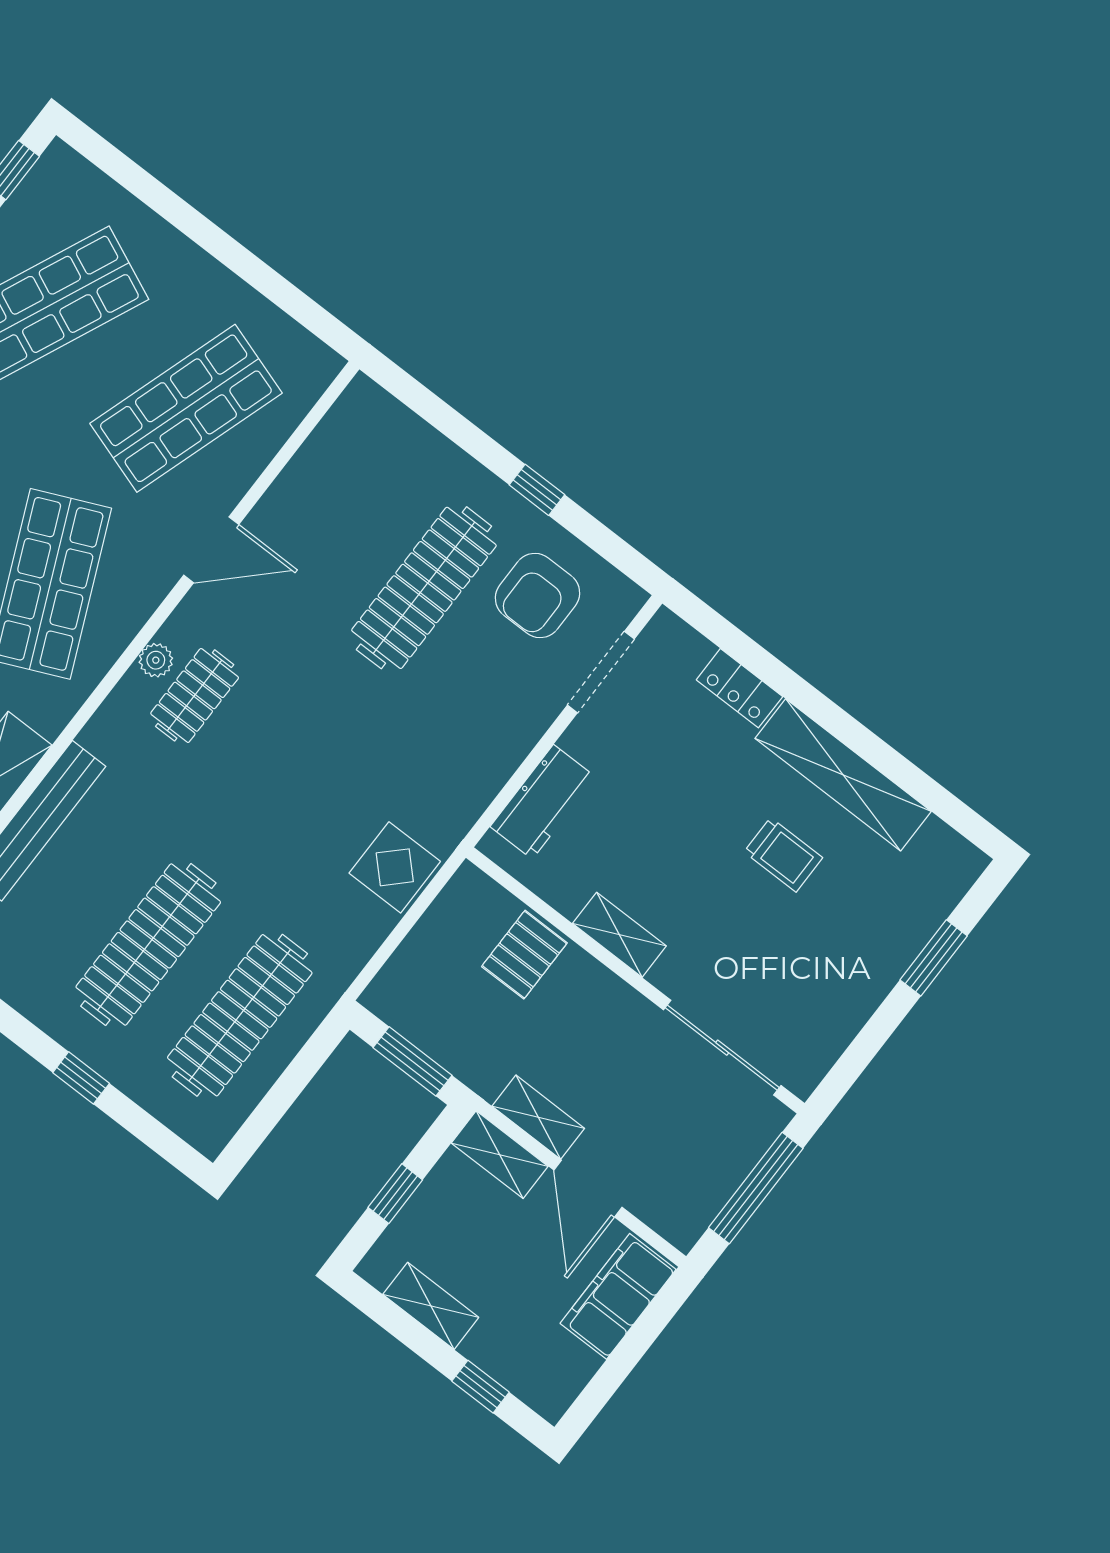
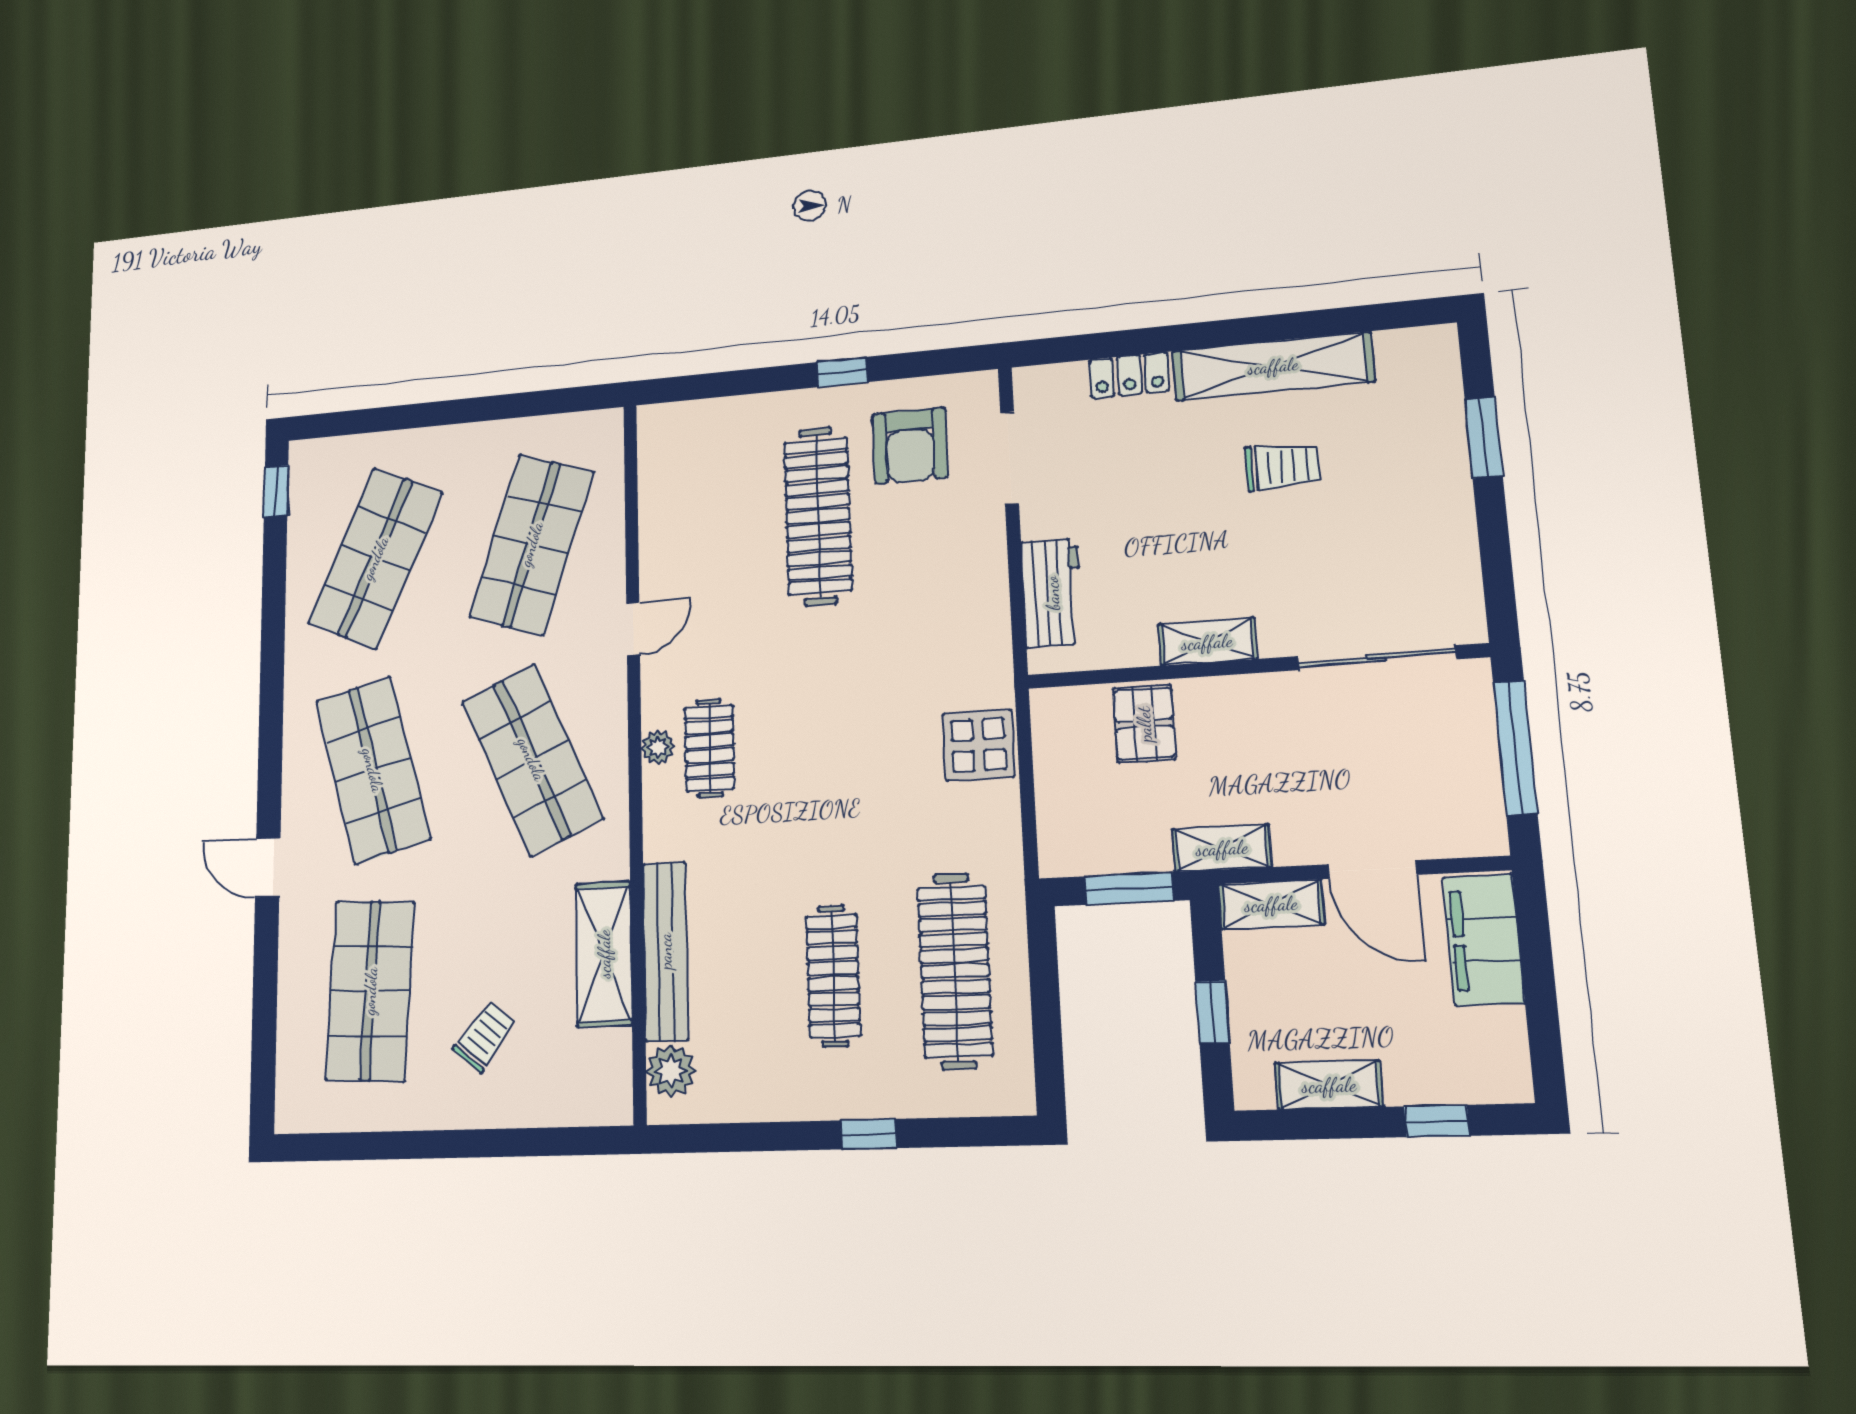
door: (211, 550) -> (633, 629), width x0.73
clothes rail: (148, 945) -> (833, 976), width x0.73, depth x0.76
shelving: (538, 1117) -> (1222, 848), moved

